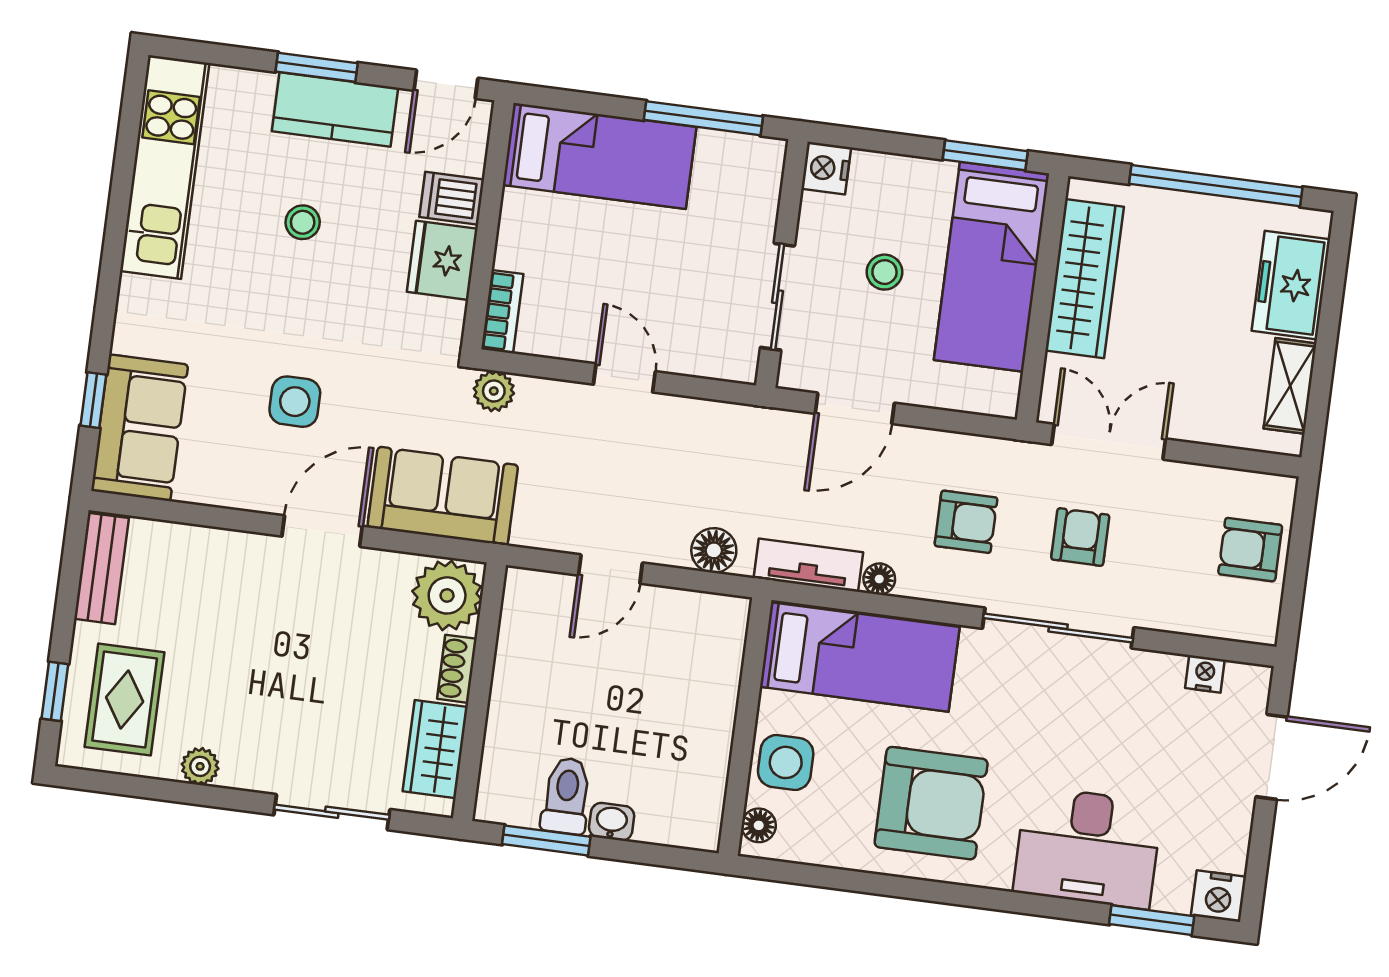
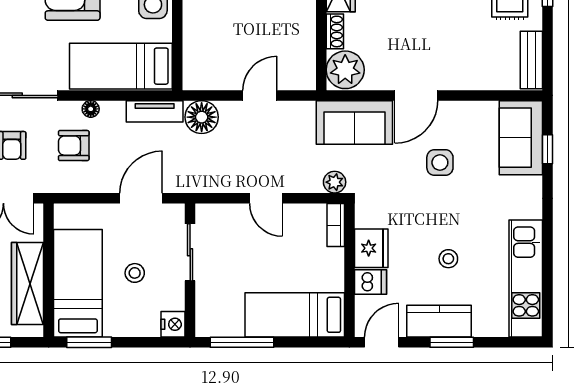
floor lamp: (714, 550) -> (202, 117), width x1.38, depth x1.38
floor lamp: (879, 579) -> (91, 109), moved

